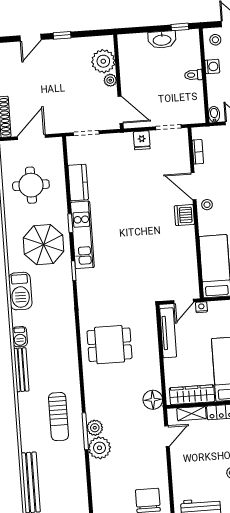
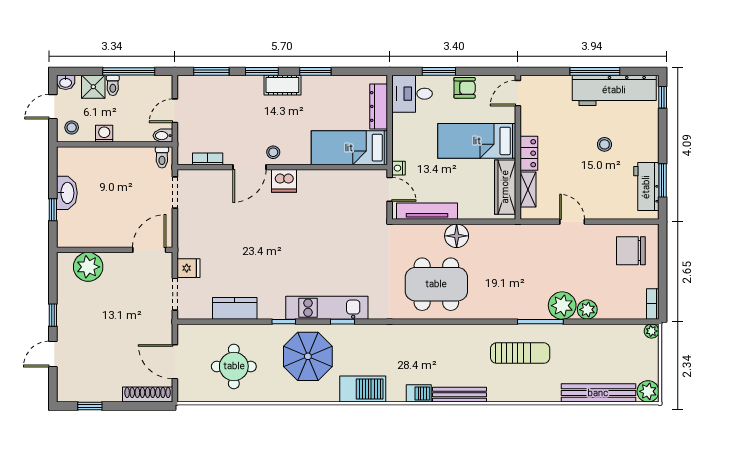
window: (180, 27) -> (53, 210), moved
door: (31, 38) -> (53, 354), swing flipped
toilet: (194, 75) -> (162, 157), moved
plant: (110, 80) -> (112, 260), removed
fridge: (142, 140) -> (188, 268), moved
kitchen unit: (82, 235) -> (327, 308), moved
dining table: (109, 345) -> (436, 284), width x1.38
floor lamp: (153, 400) -> (457, 236), moved
plant: (95, 428) -> (587, 310), moved
door: (167, 436) -> (572, 222), moved

